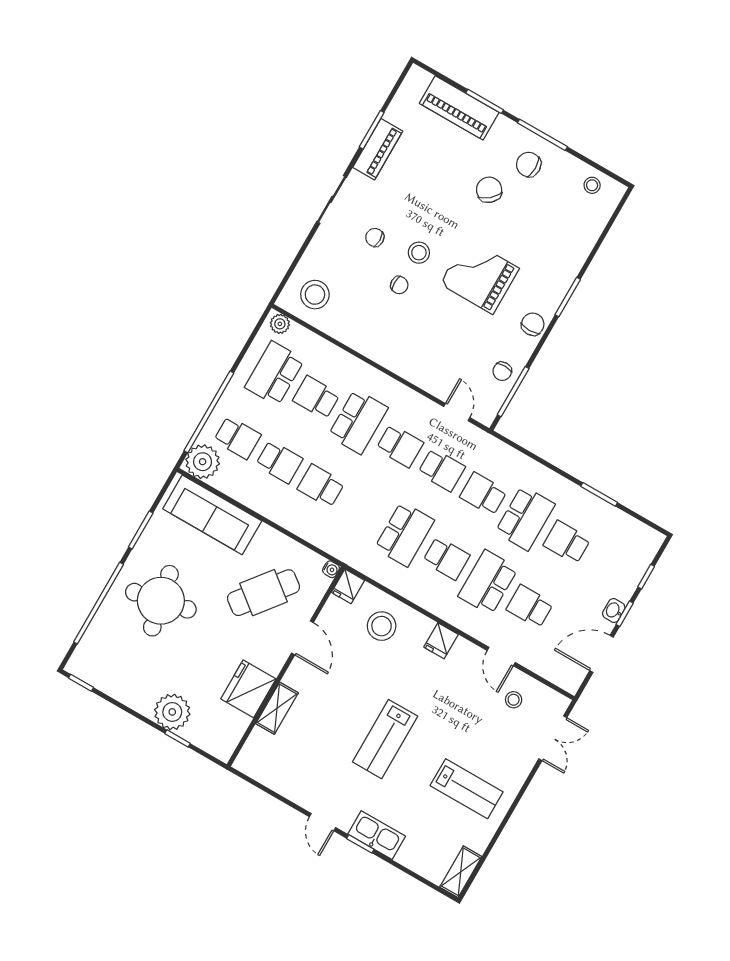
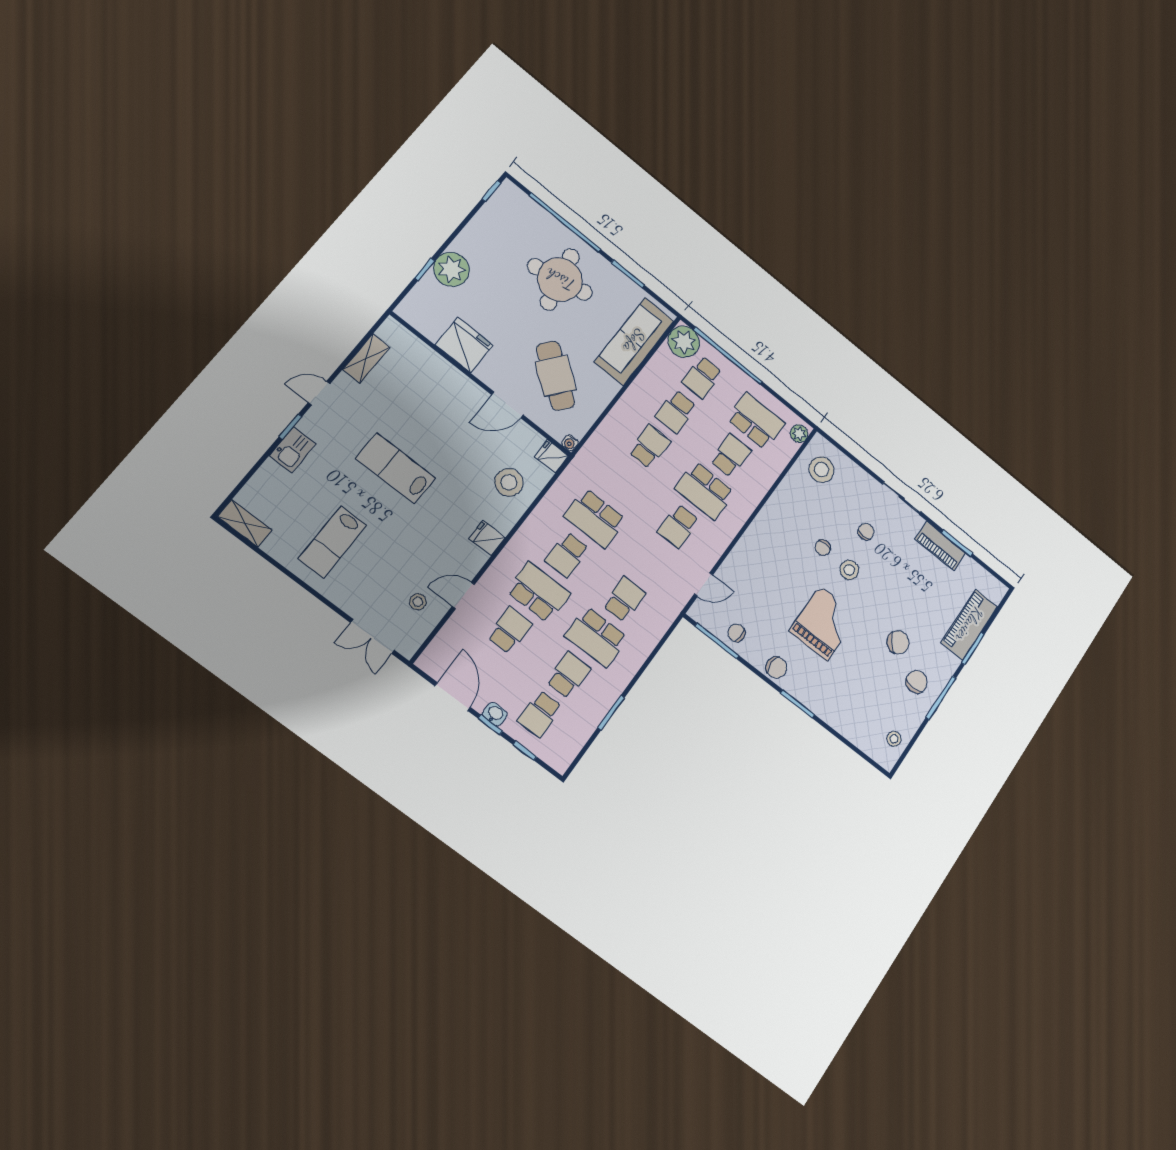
school desk: (442, 470) -> (540, 714), moved
shelving: (277, 708) -> (366, 358), moved, turned 90
kitchen sink: (377, 835) -> (293, 450), width x0.73

